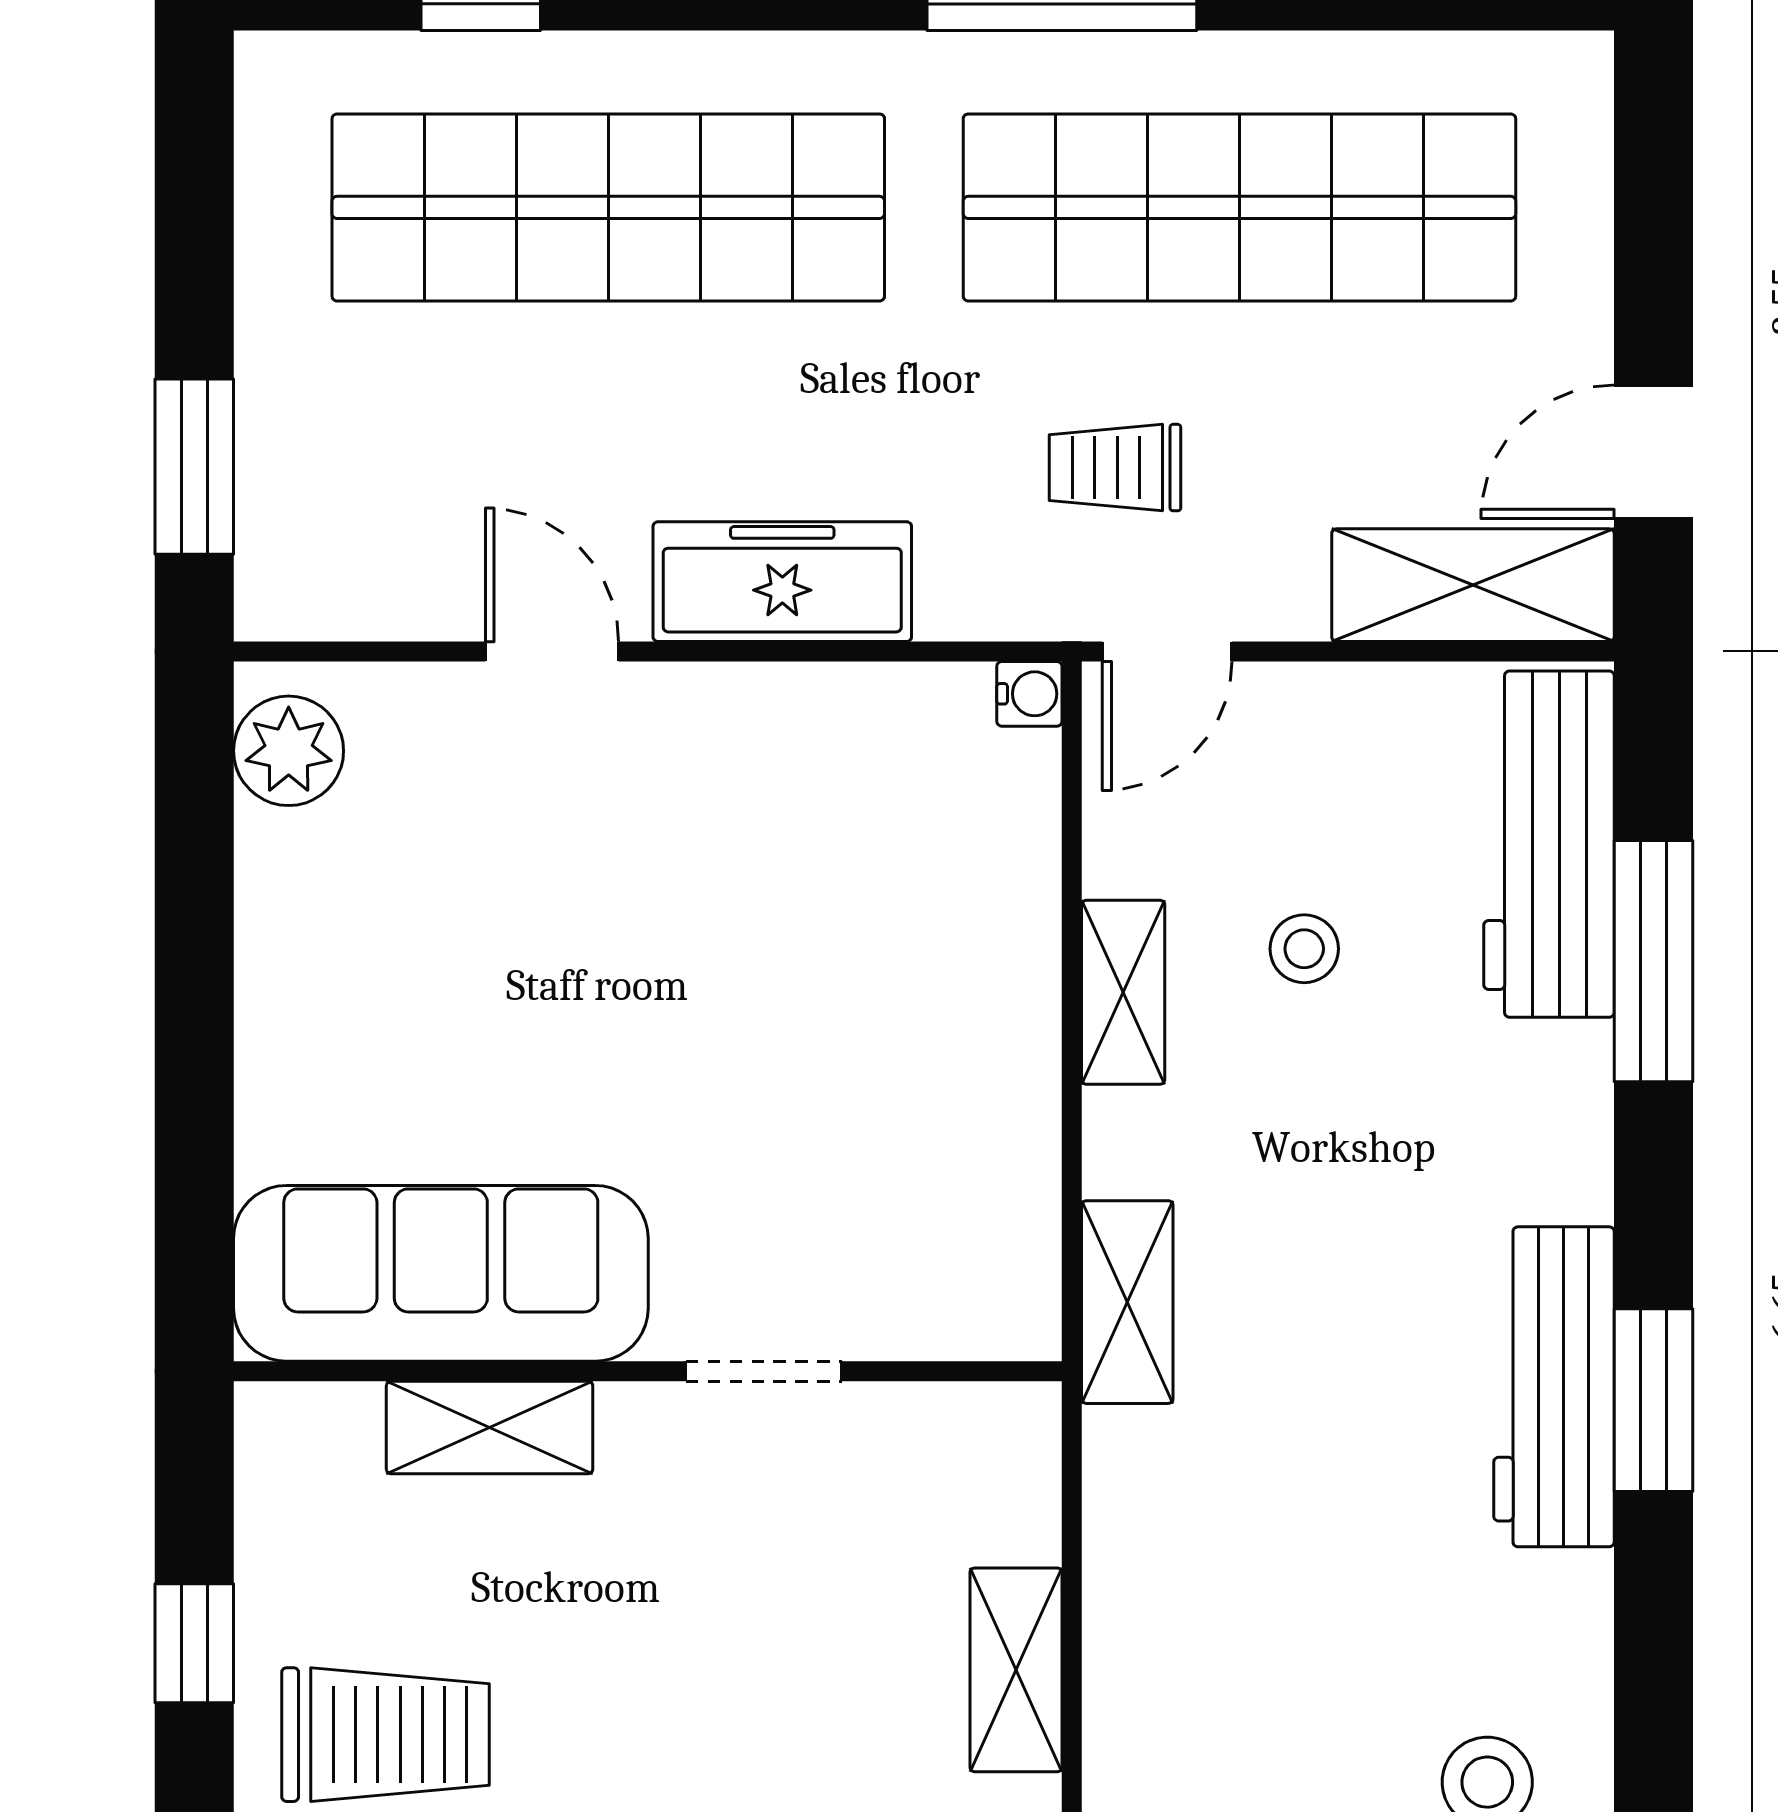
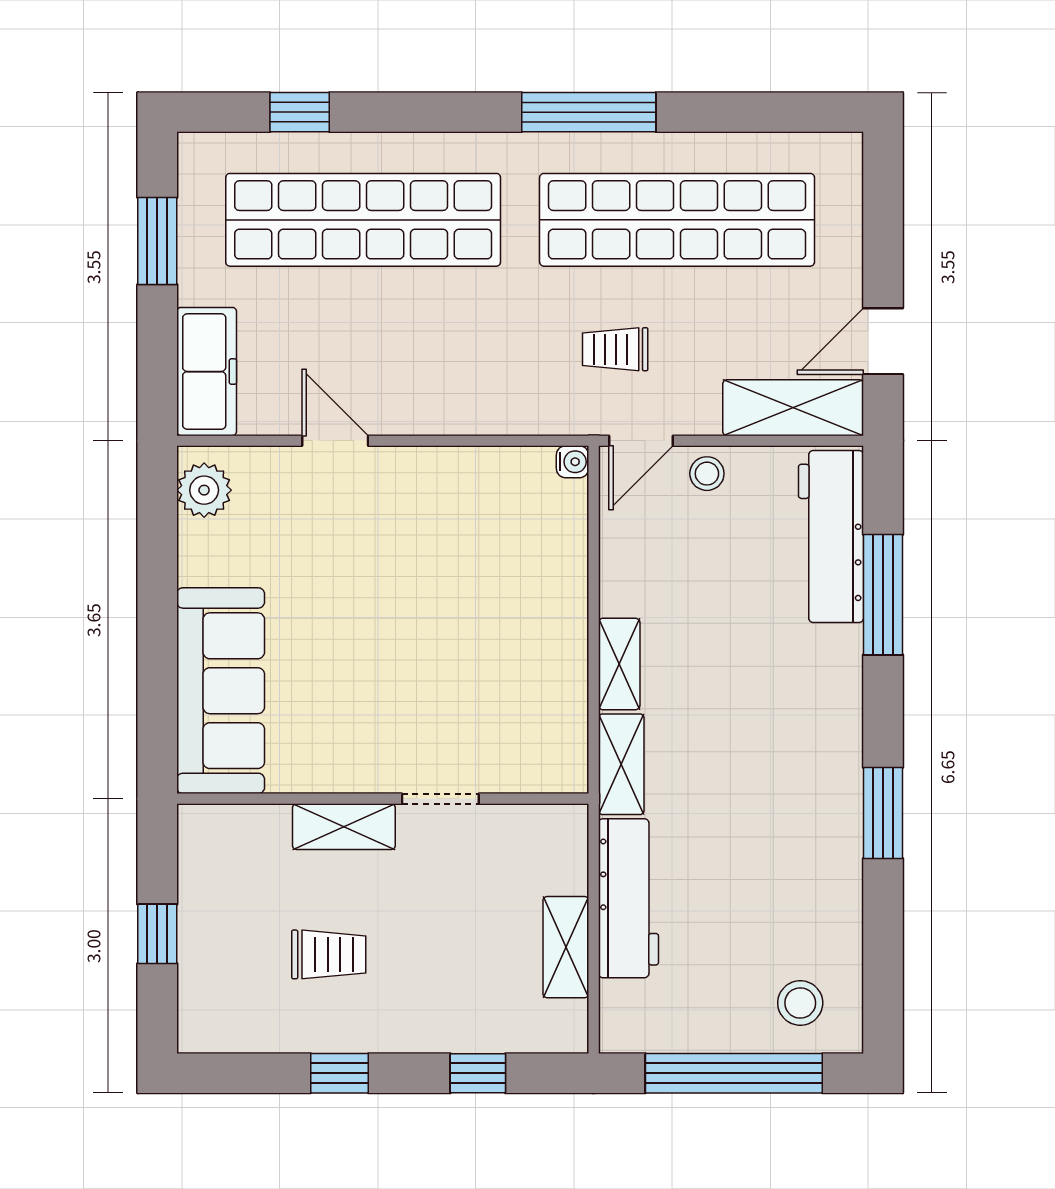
window: (194, 467) -> (157, 241), moved
freezer: (782, 582) -> (207, 372), moved, turned 90
stool: (1304, 949) -> (707, 474), moved
shelving: (1123, 992) -> (619, 664), moved
sofa: (441, 1273) -> (221, 691), moved, turned 90
workbench: (1554, 1387) -> (628, 898), moved, turned 180
shelving: (490, 1427) -> (344, 827), moved
trolley: (386, 1735) -> (329, 954), moved, width x0.73, depth x0.72

